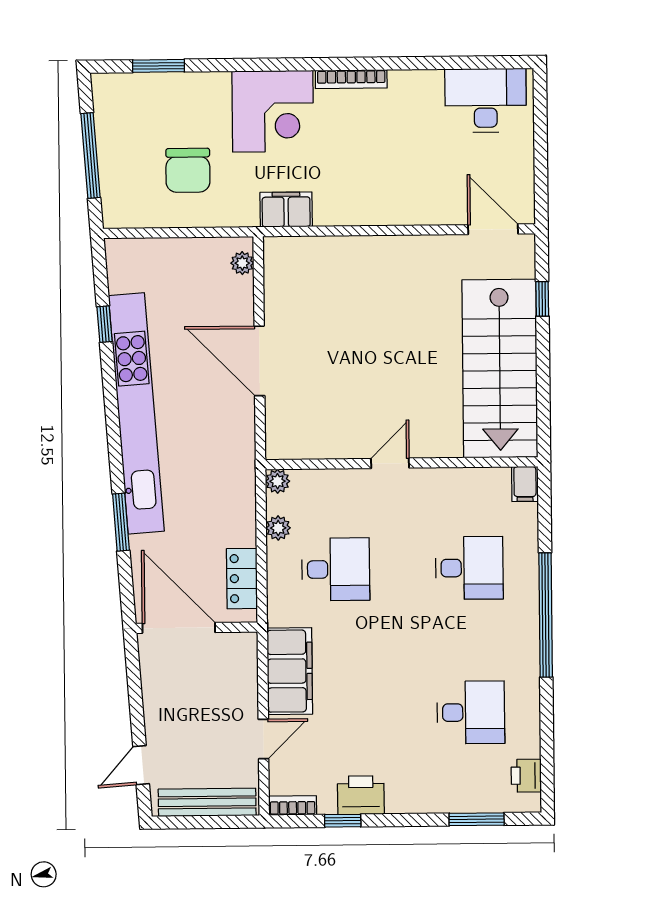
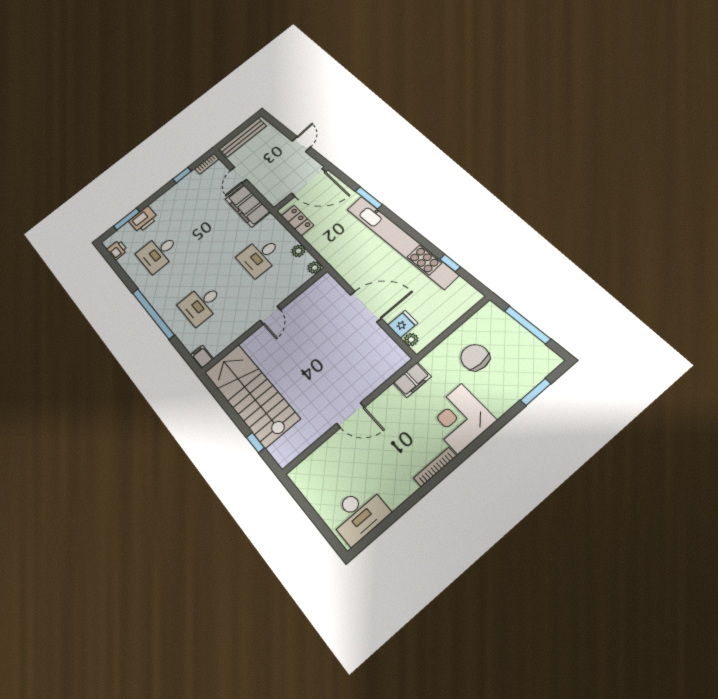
door: (493, 229) -> (350, 415), moved
fridge: (235, 293) -> (403, 324), added
door: (141, 765) -> (301, 144), moved
printer: (361, 795) -> (143, 219), moved

